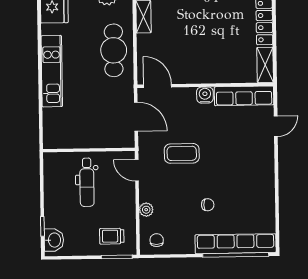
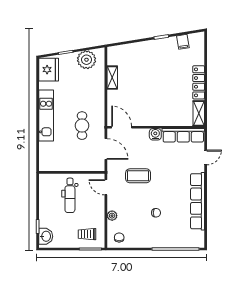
cafe table: (114, 50) -> (82, 126), moved, width x0.73, depth x0.74
row of seats: (236, 244) -> (198, 201), moved, turned -90

